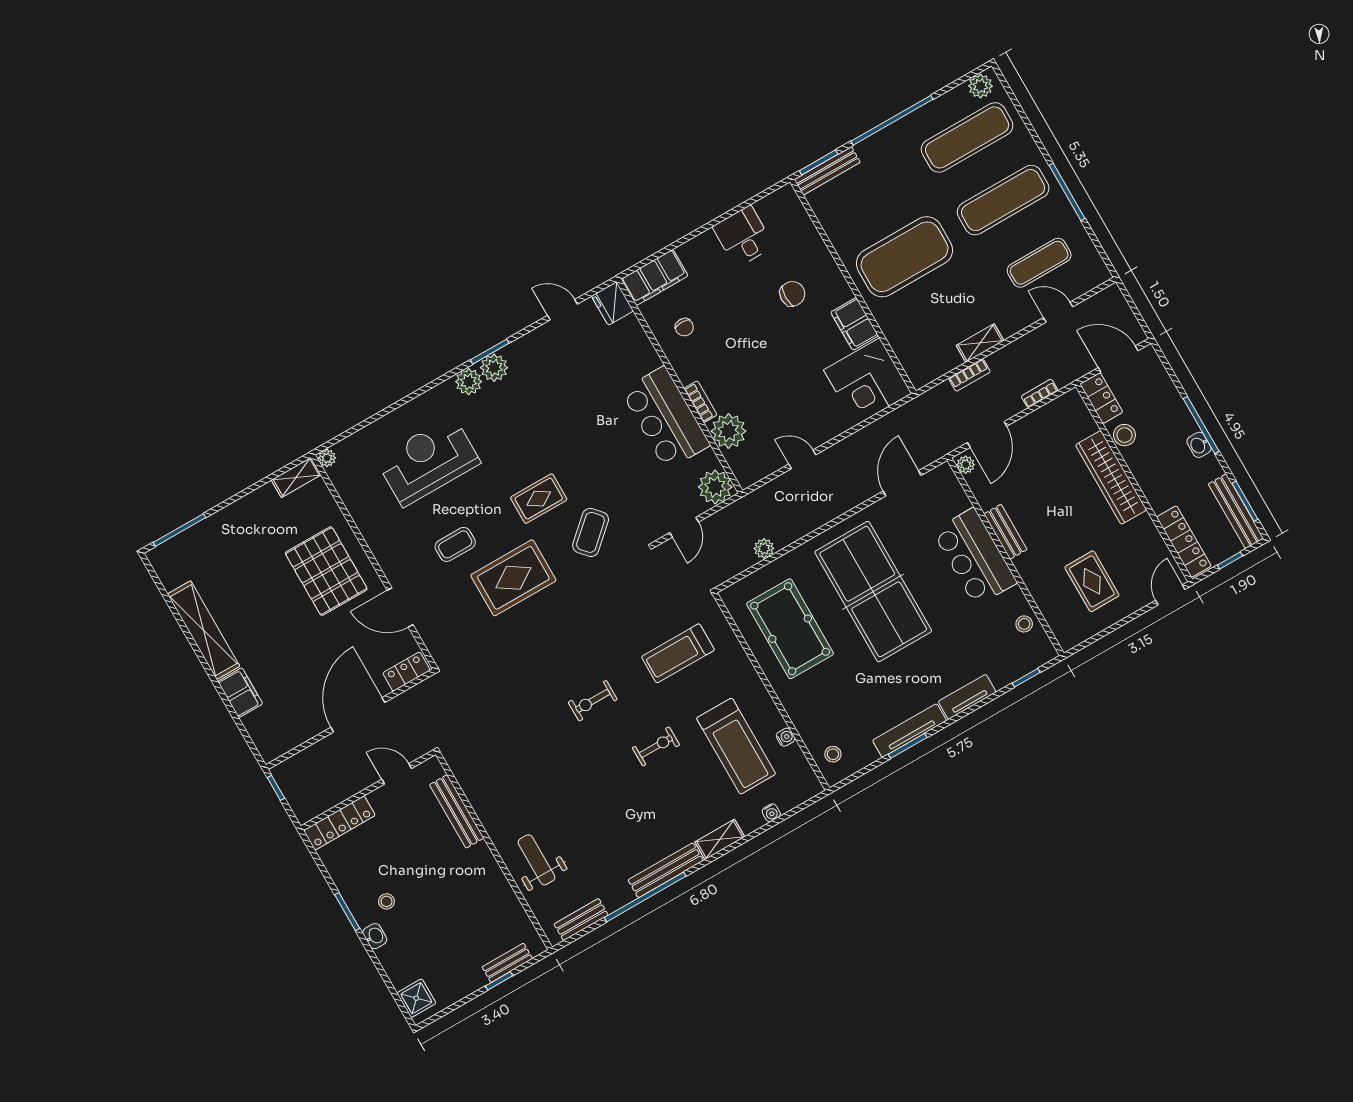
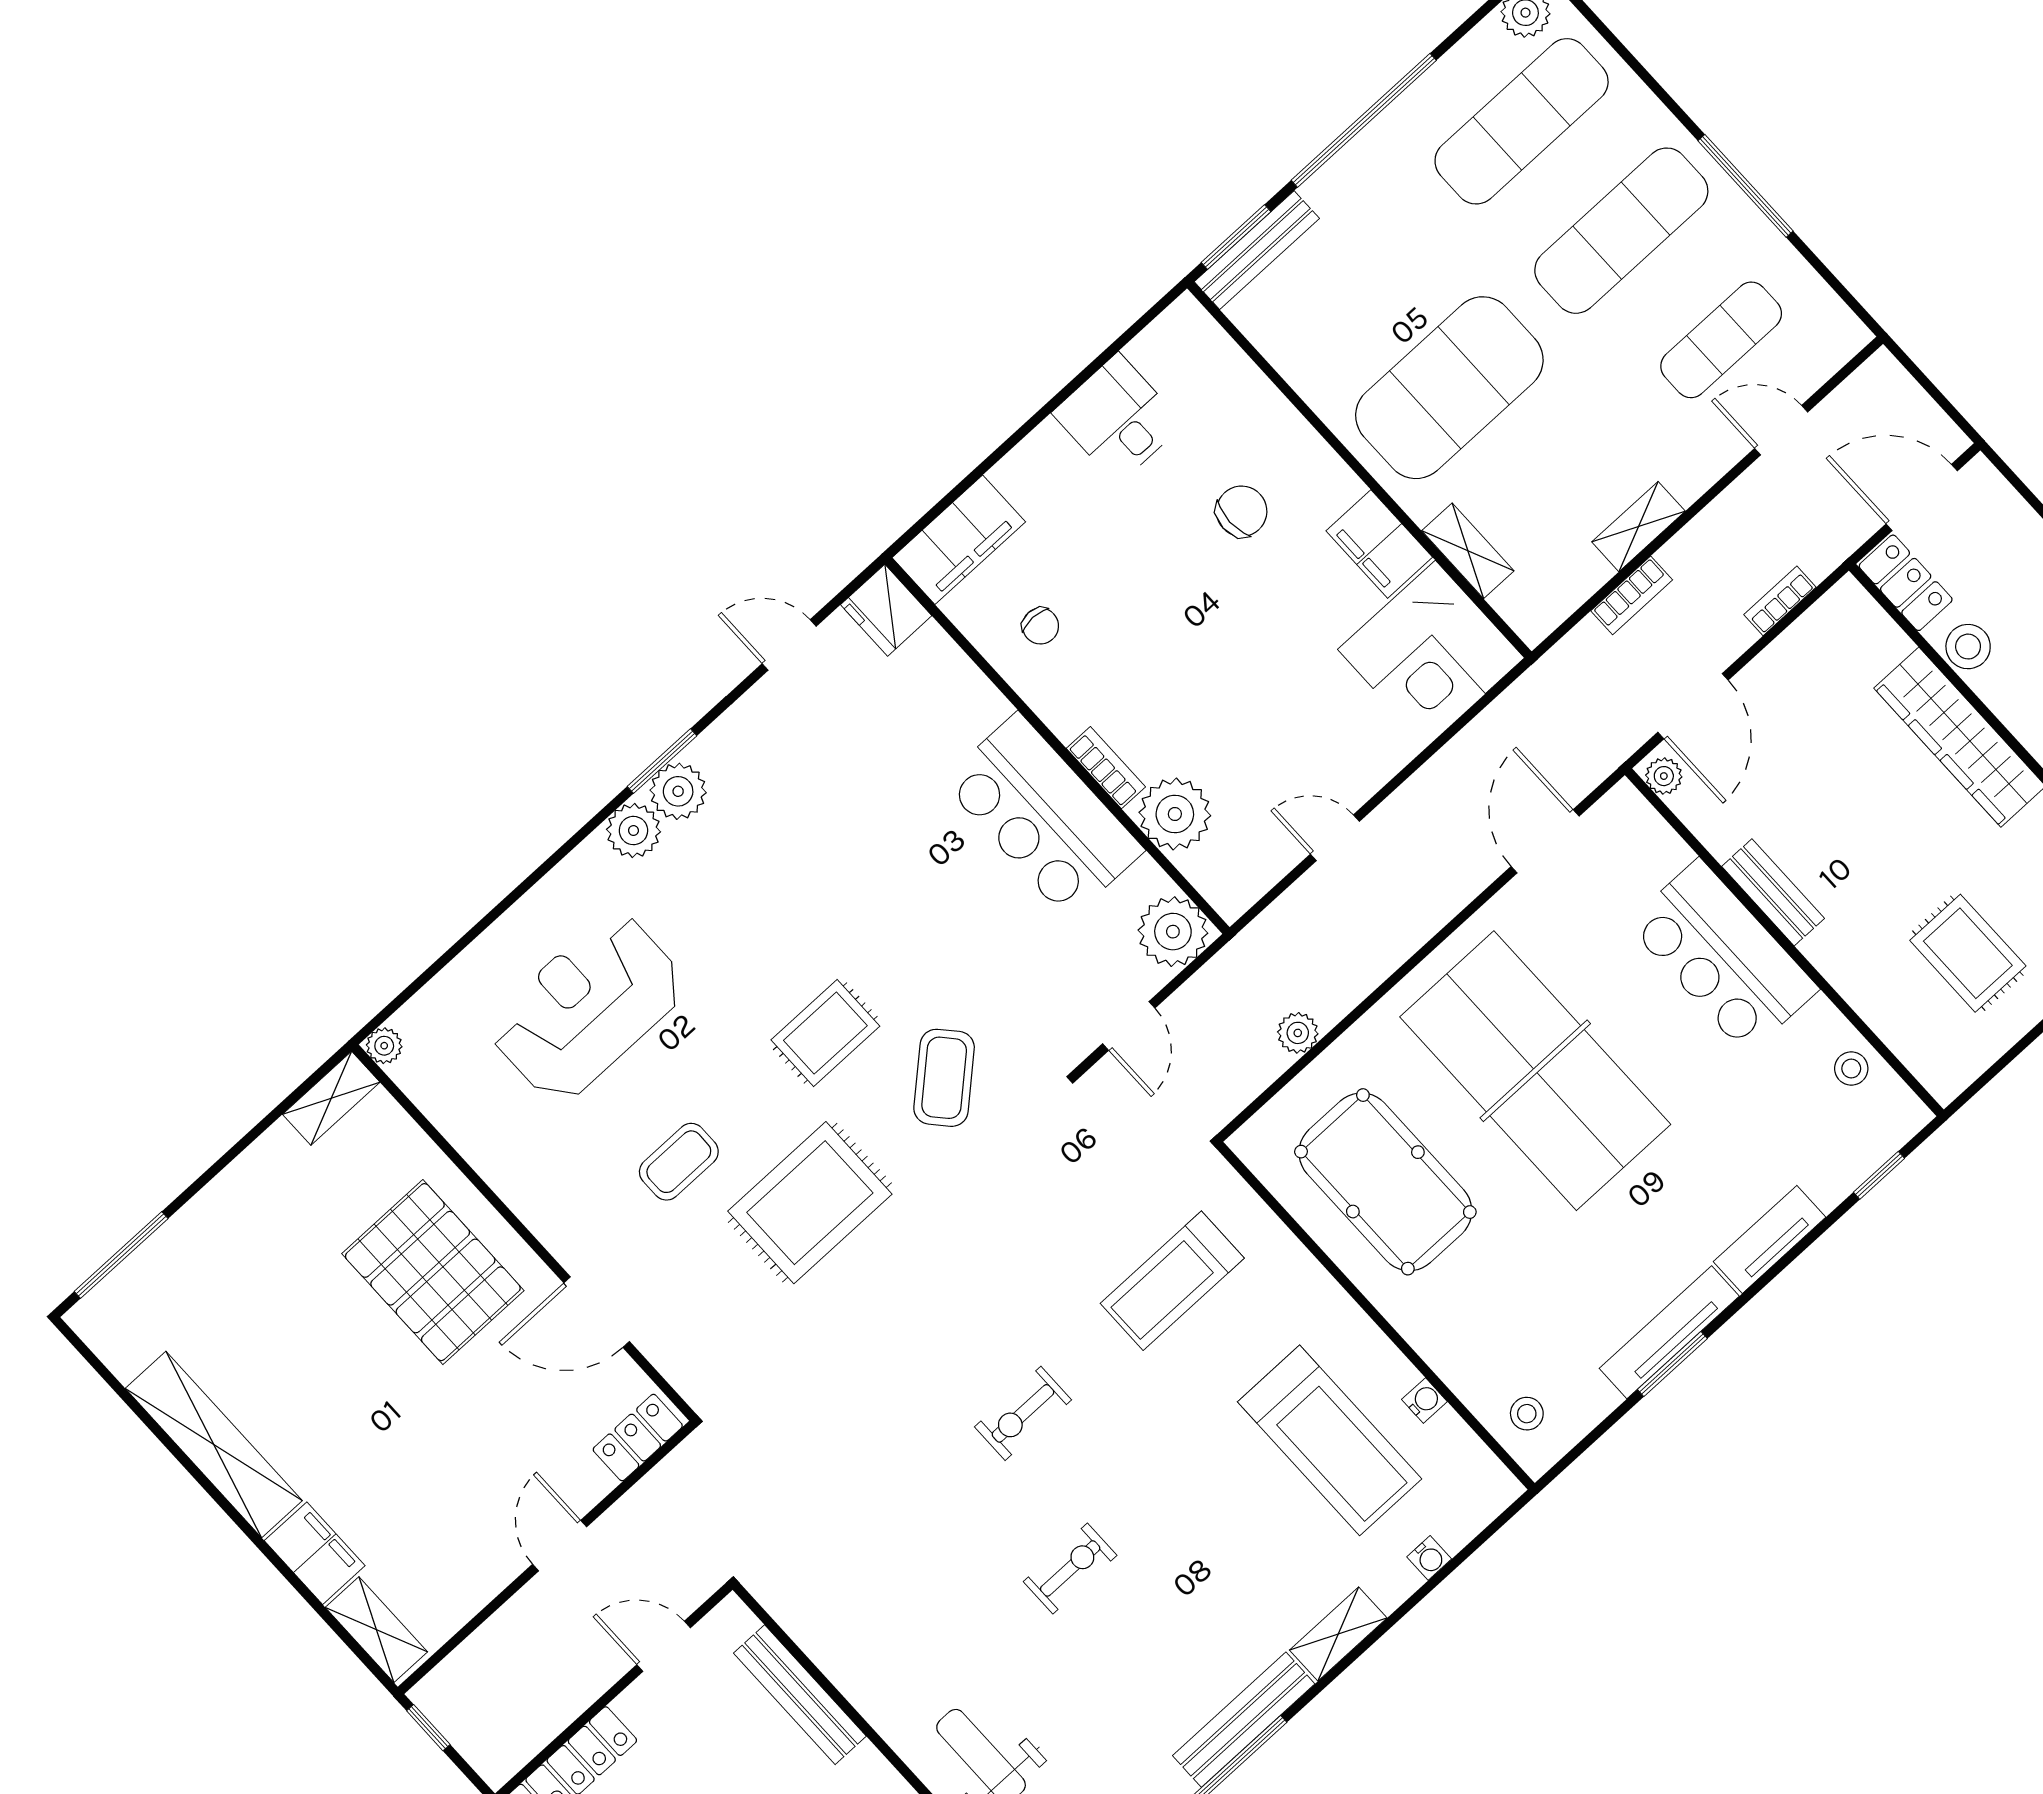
shelving: (896, 336) -> (1468, 551), added
door: (358, 715) -> (560, 1546), width x0.53
shelving: (262, 736) -> (376, 1630), added
exercise bike: (656, 746) -> (1070, 1568), moved

